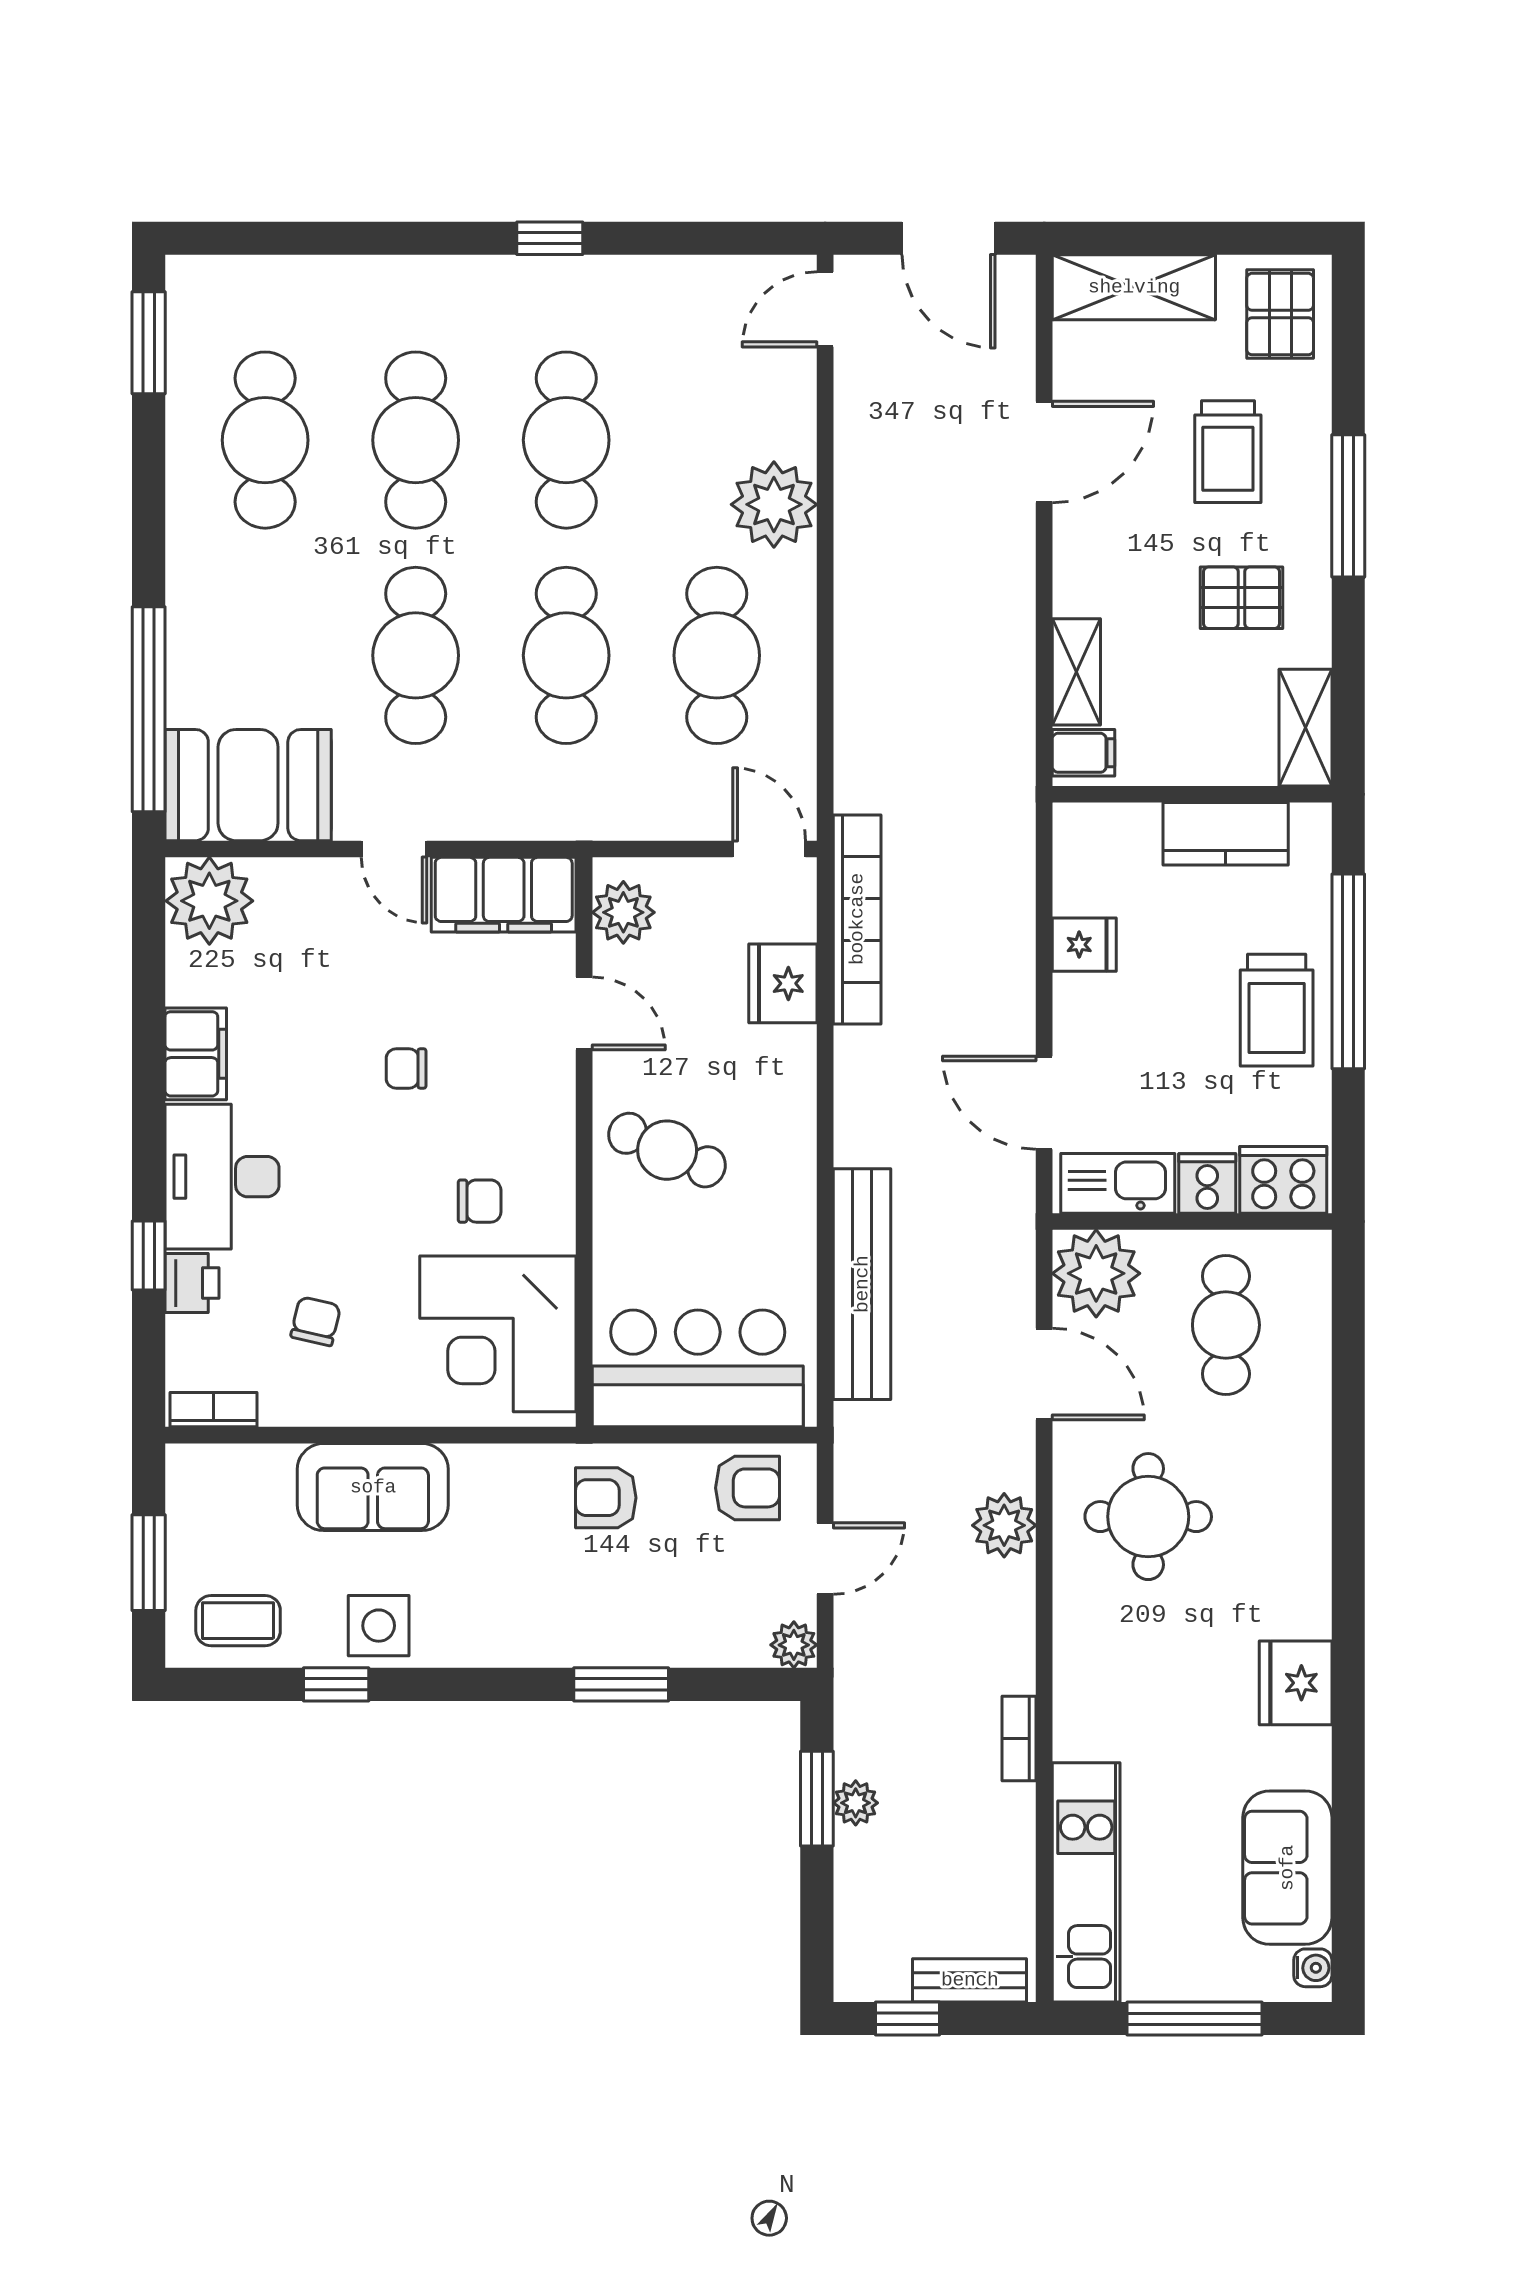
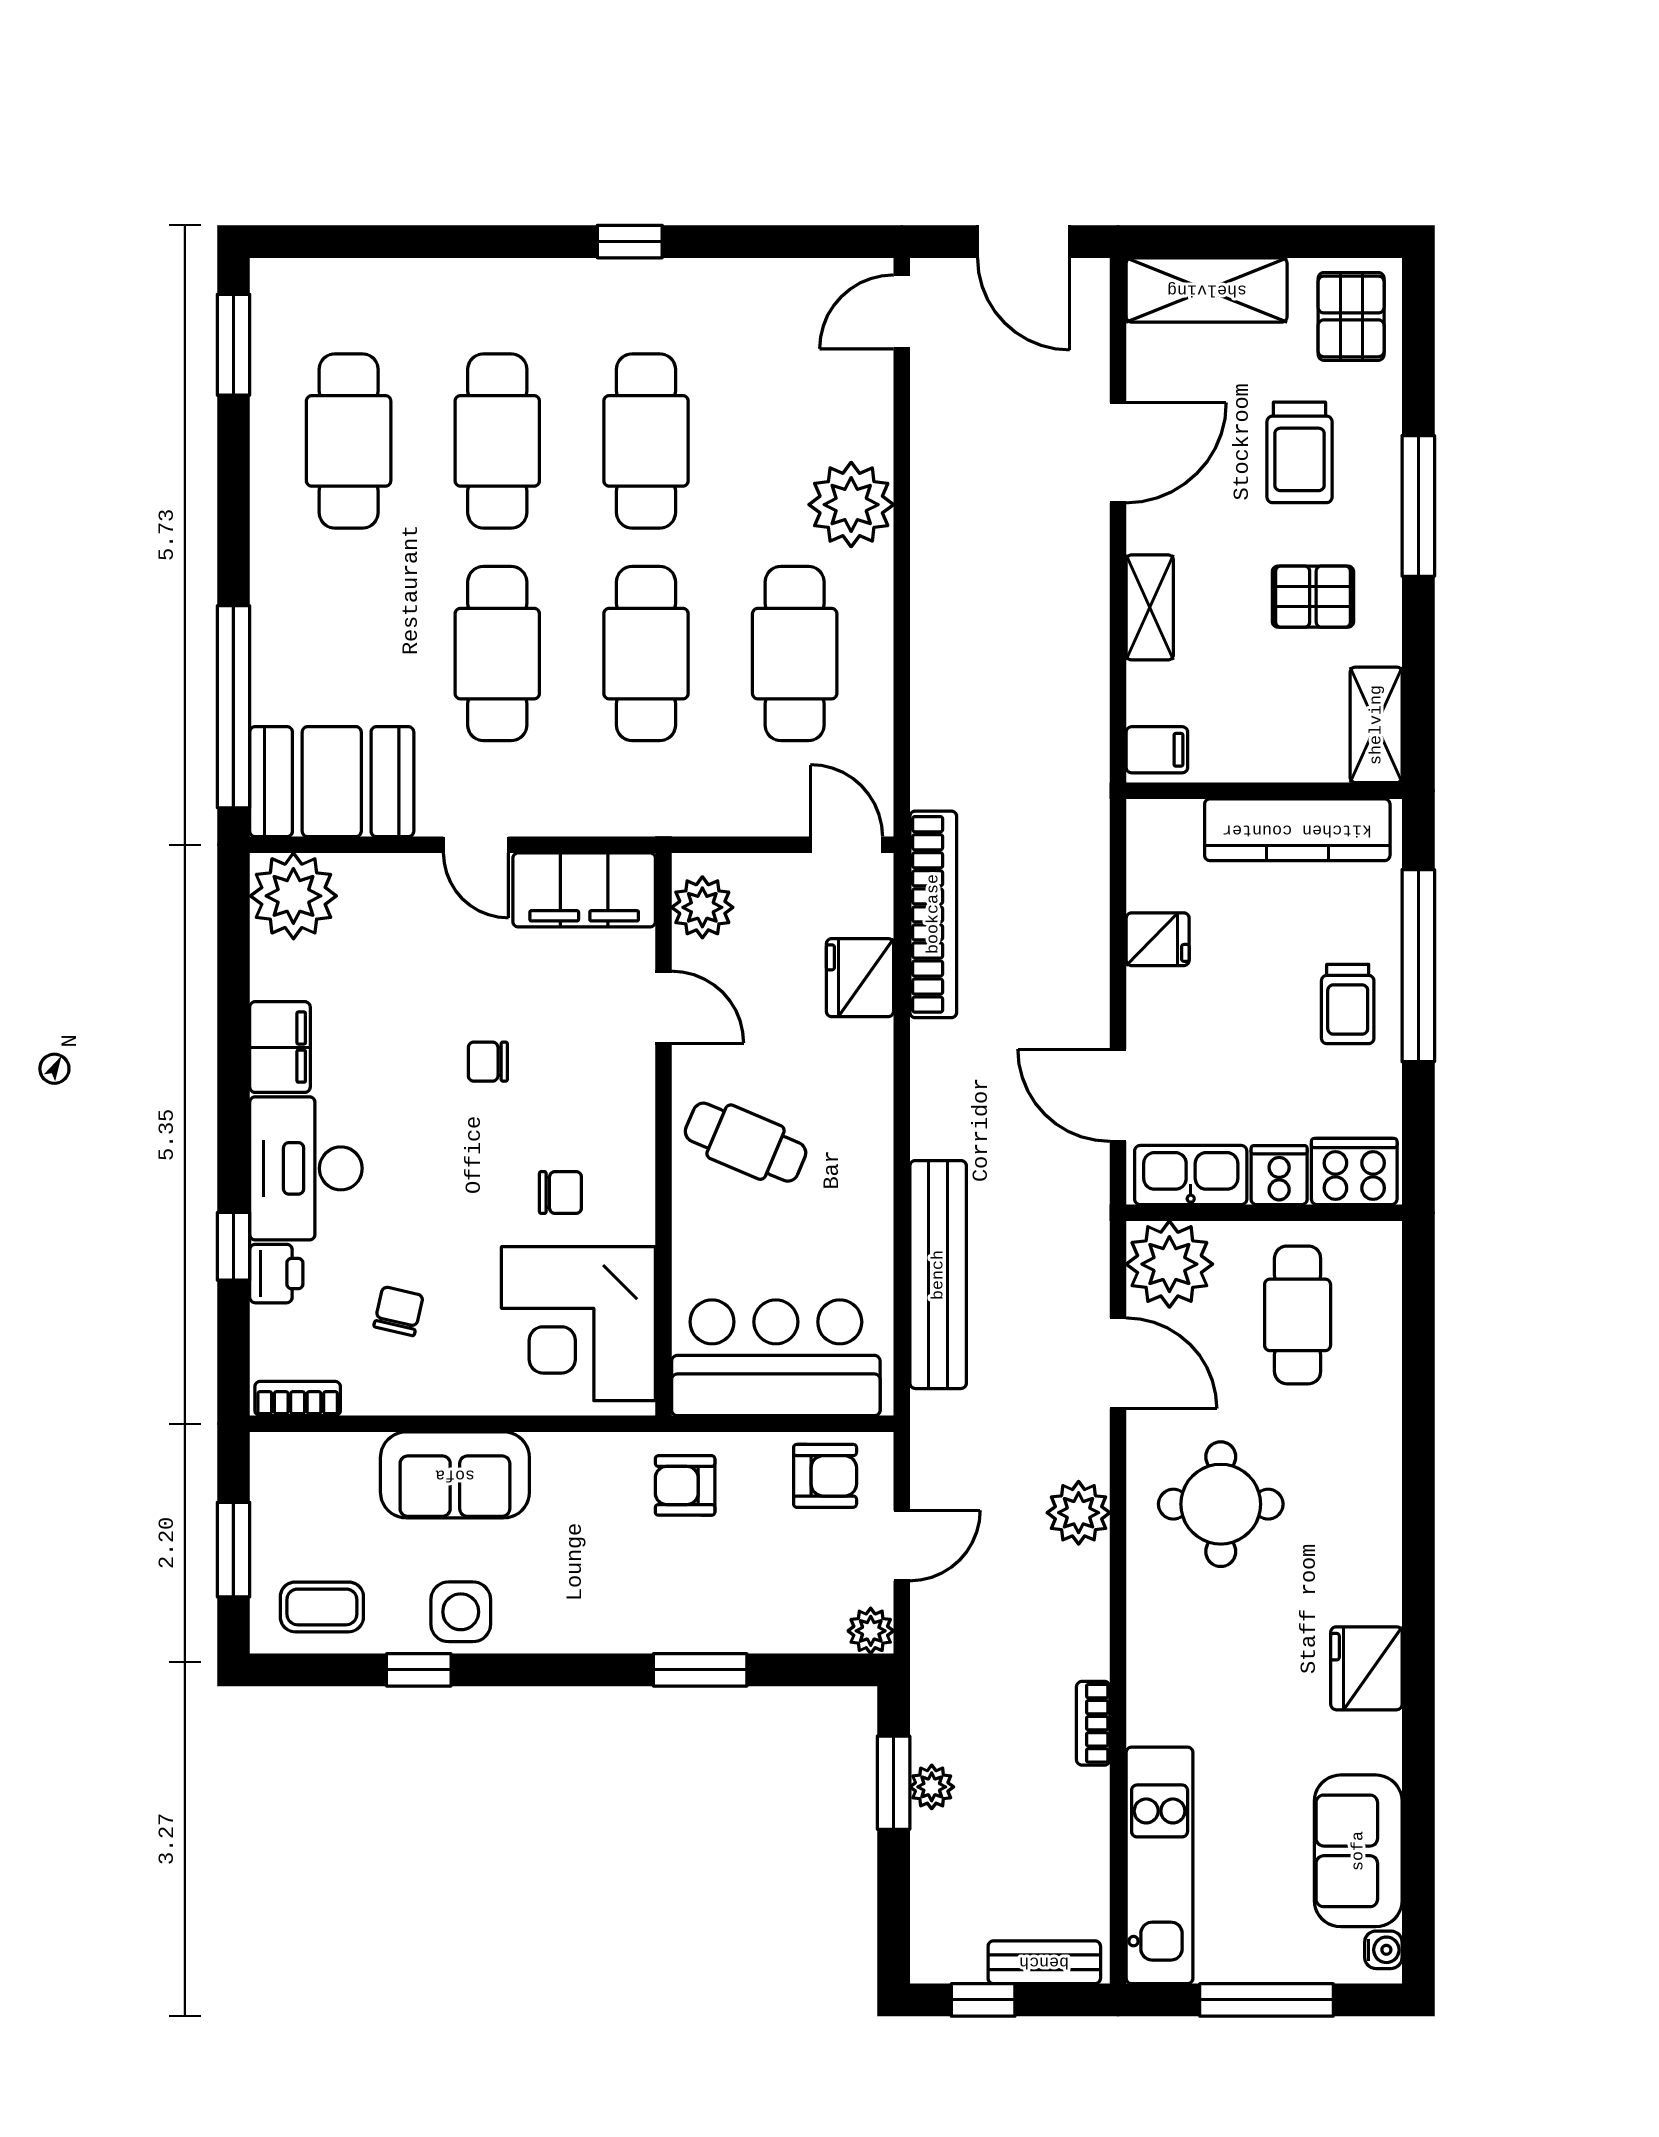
shelving: (1076, 672) -> (1150, 607), moved
kitchen counter: (1226, 834) -> (1297, 830), width x1.50
trolley: (1277, 1010) -> (1348, 1004), width x0.73, depth x0.72

